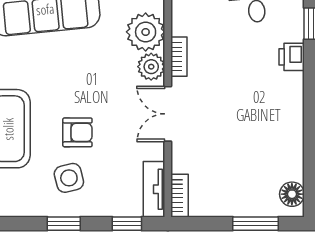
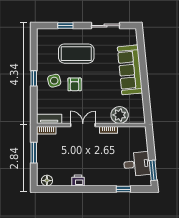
printer: (292, 57) -> (78, 180), moved
plant: (151, 67) -> (104, 117), removed
window: (127, 224) -> (34, 107), removed
window: (255, 224) -> (34, 153), moved

